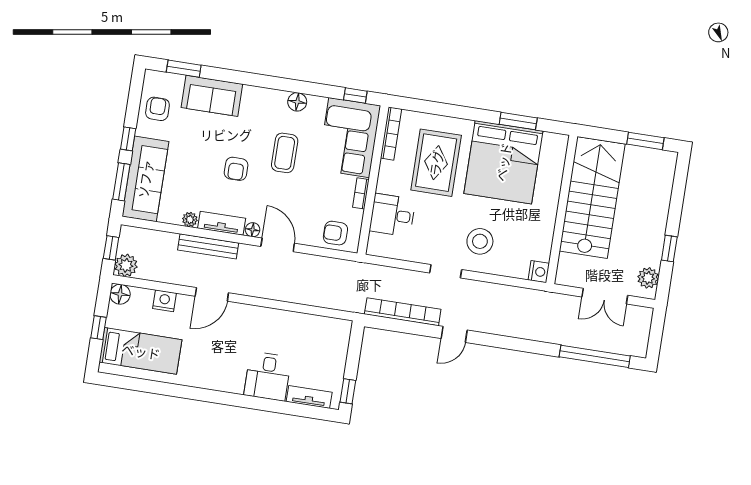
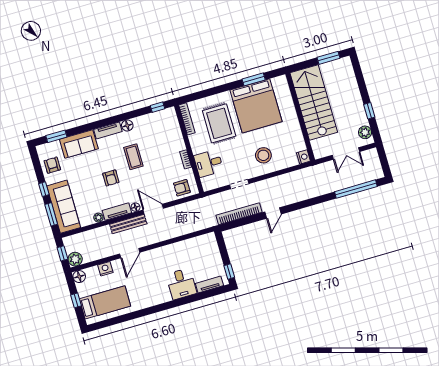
tv unit: (265, 96) -> (108, 130), added
corner sofa: (349, 138) -> (165, 132), removed
bench: (208, 246) -> (128, 224), moved
doorway: (446, 271) -> (239, 184), moved

